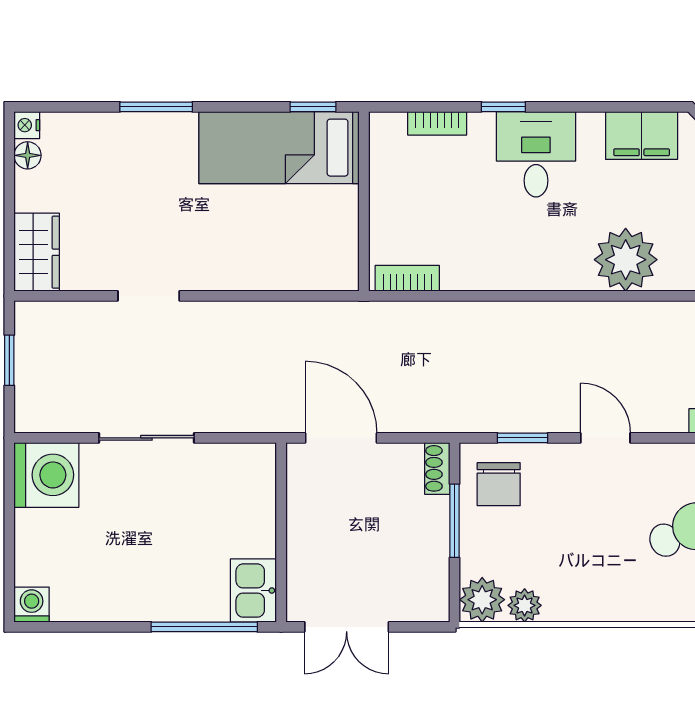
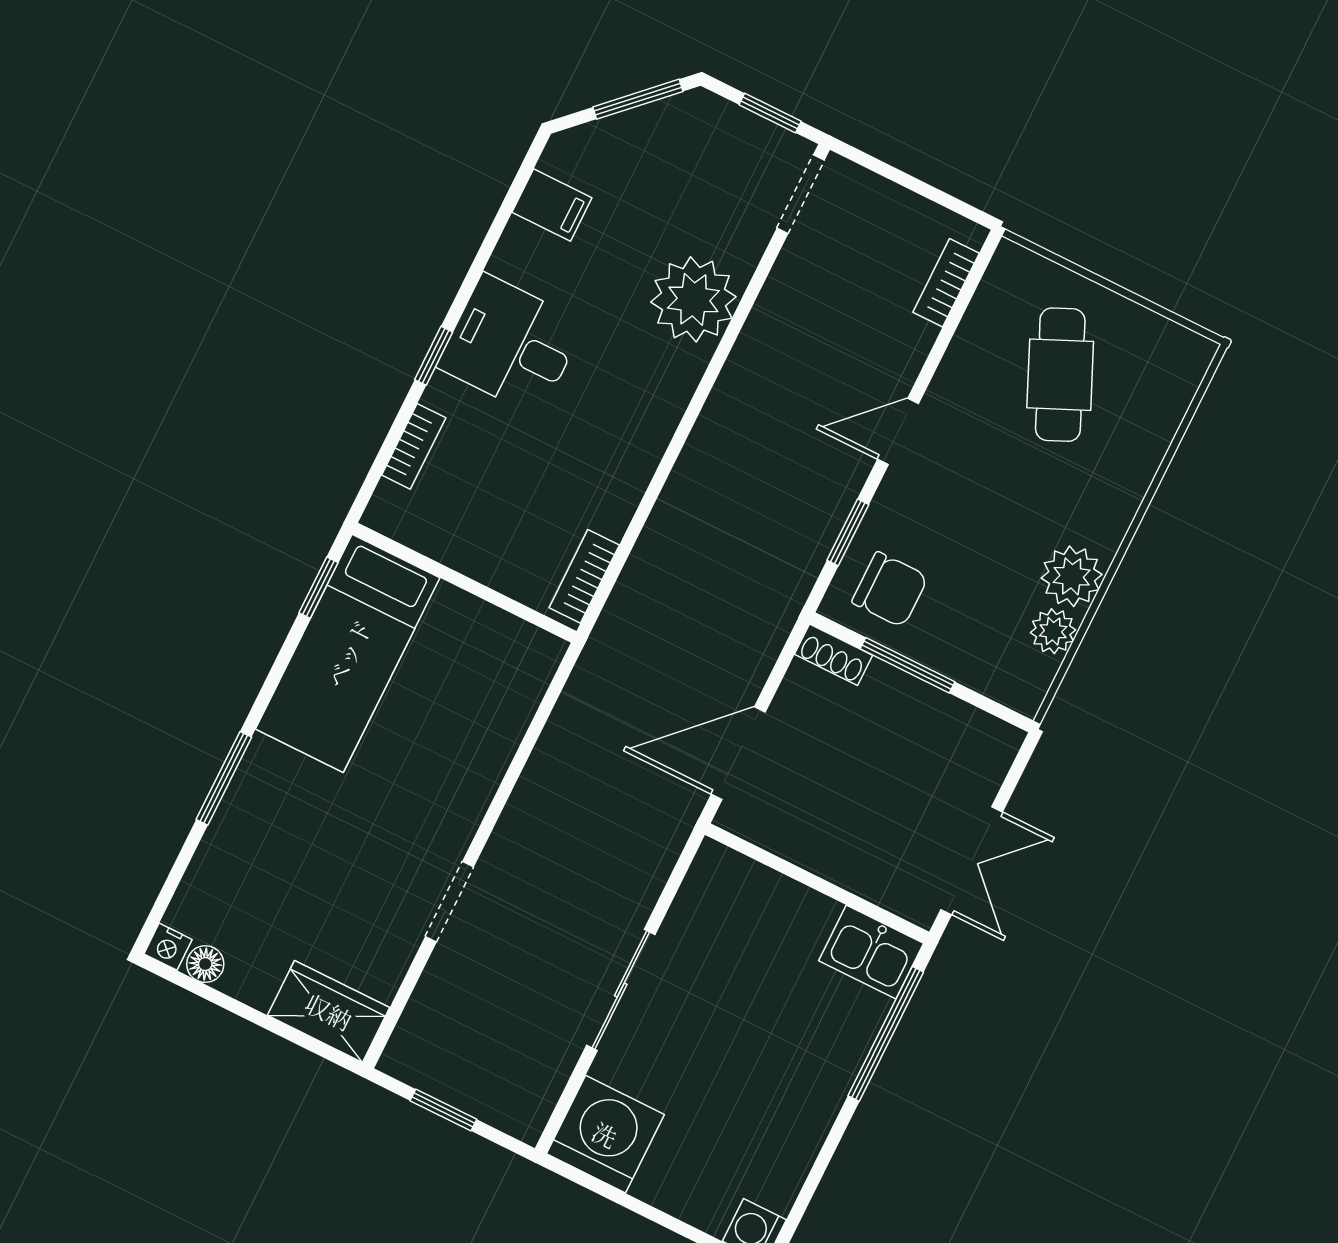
filing cabinet: (642, 136) -> (552, 205), width x0.50
plant: (482, 600) -> (1072, 576), moved

